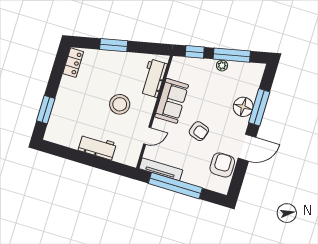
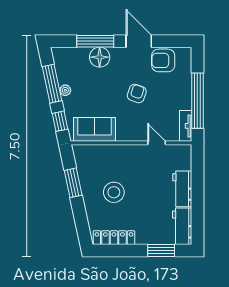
window: (114, 45) -> (73, 183), moved
locker: (73, 63) -> (114, 238), width x1.53
workbench: (154, 78) -> (182, 226), moved, turned 90
sofa: (172, 101) -> (94, 129), moved
stool: (120, 104) -> (114, 192), moved
tv unit: (161, 169) -> (186, 126), width x0.71

